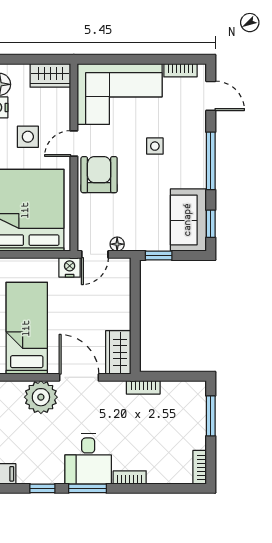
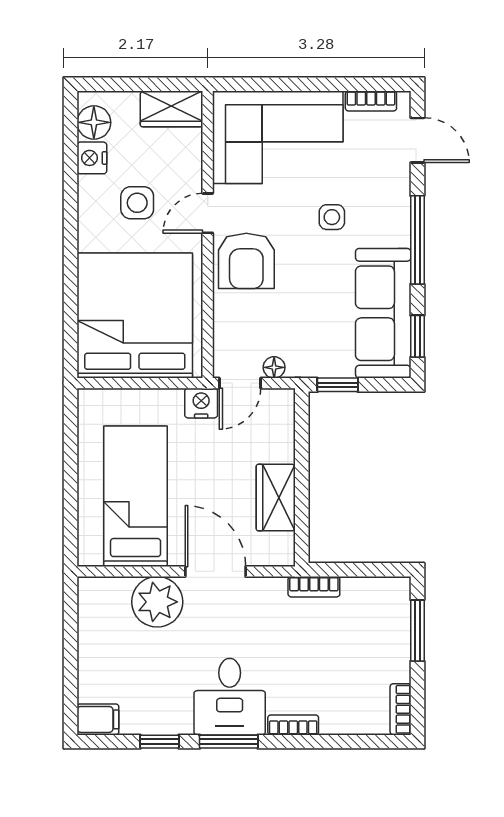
armchair: (99, 175) -> (246, 261), turned 180
sofa: (188, 220) -> (383, 313), width x1.36
wardrobe: (118, 352) -> (276, 498), moved

